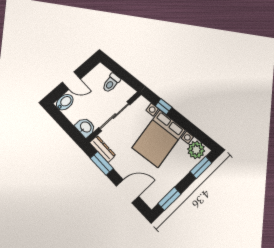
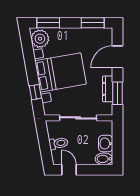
door: (71, 81) -> (69, 170), moved
washbasin: (85, 127) -> (106, 144), moved
dresser: (103, 149) -> (108, 89), moved
door: (128, 191) -> (118, 57), hinge flipped

